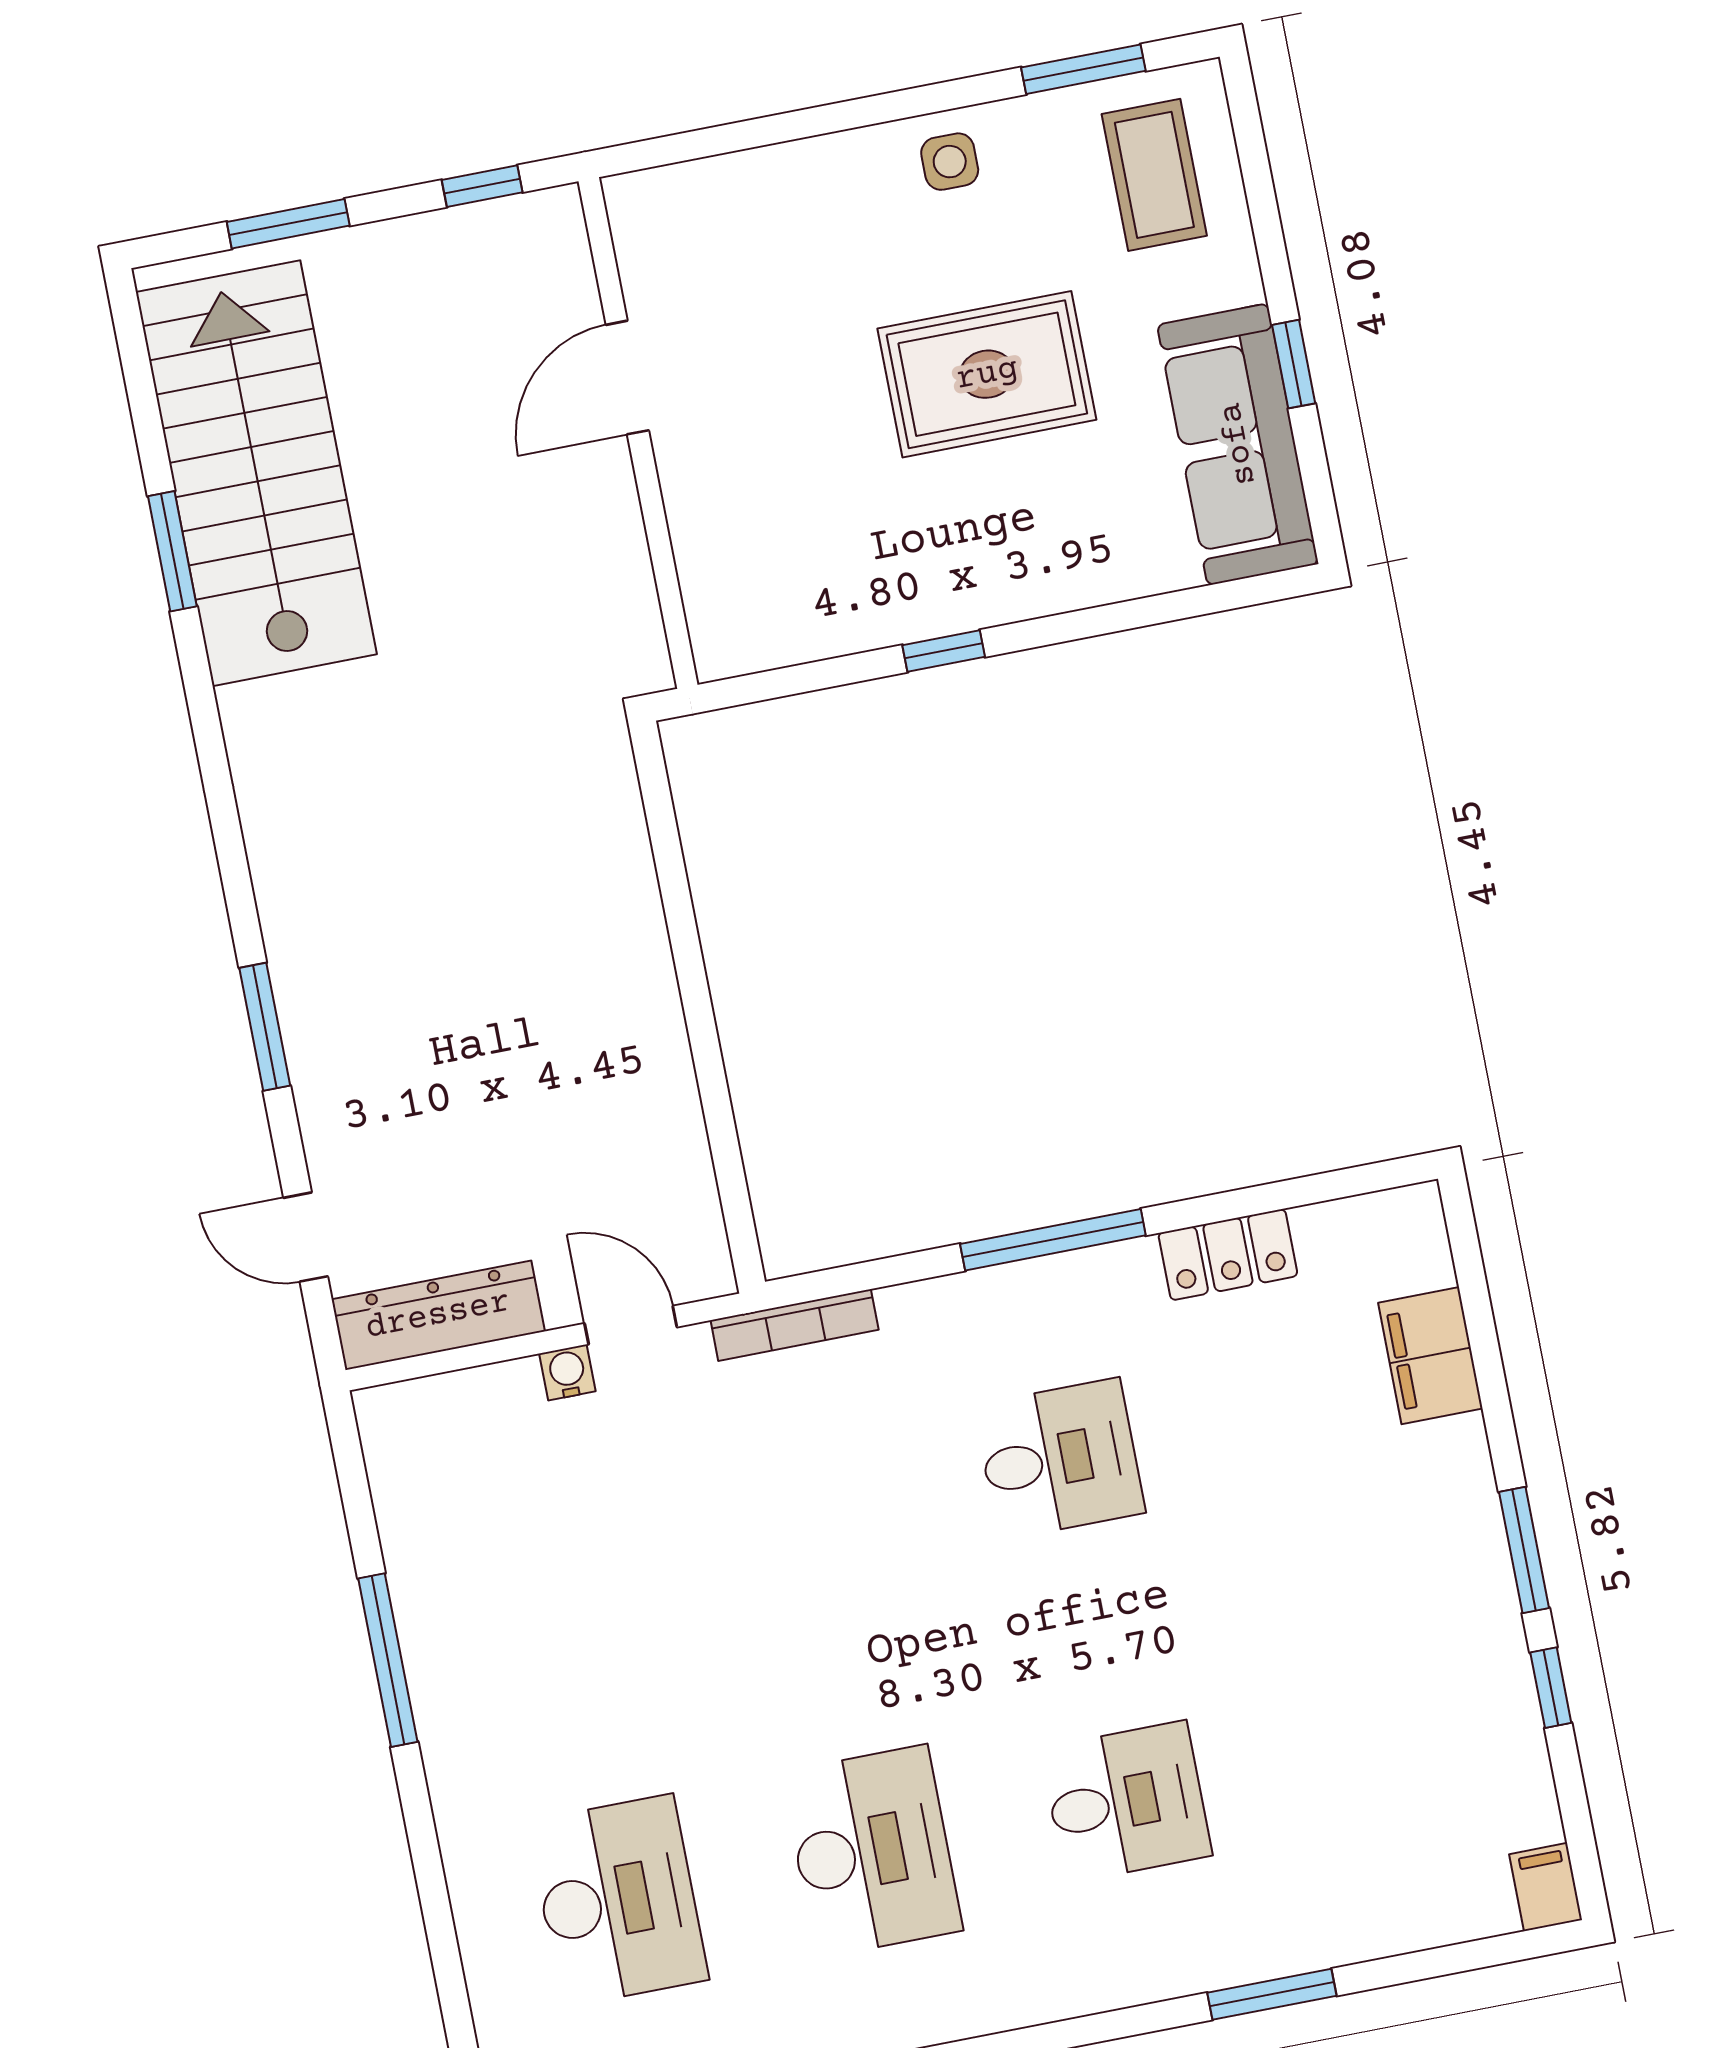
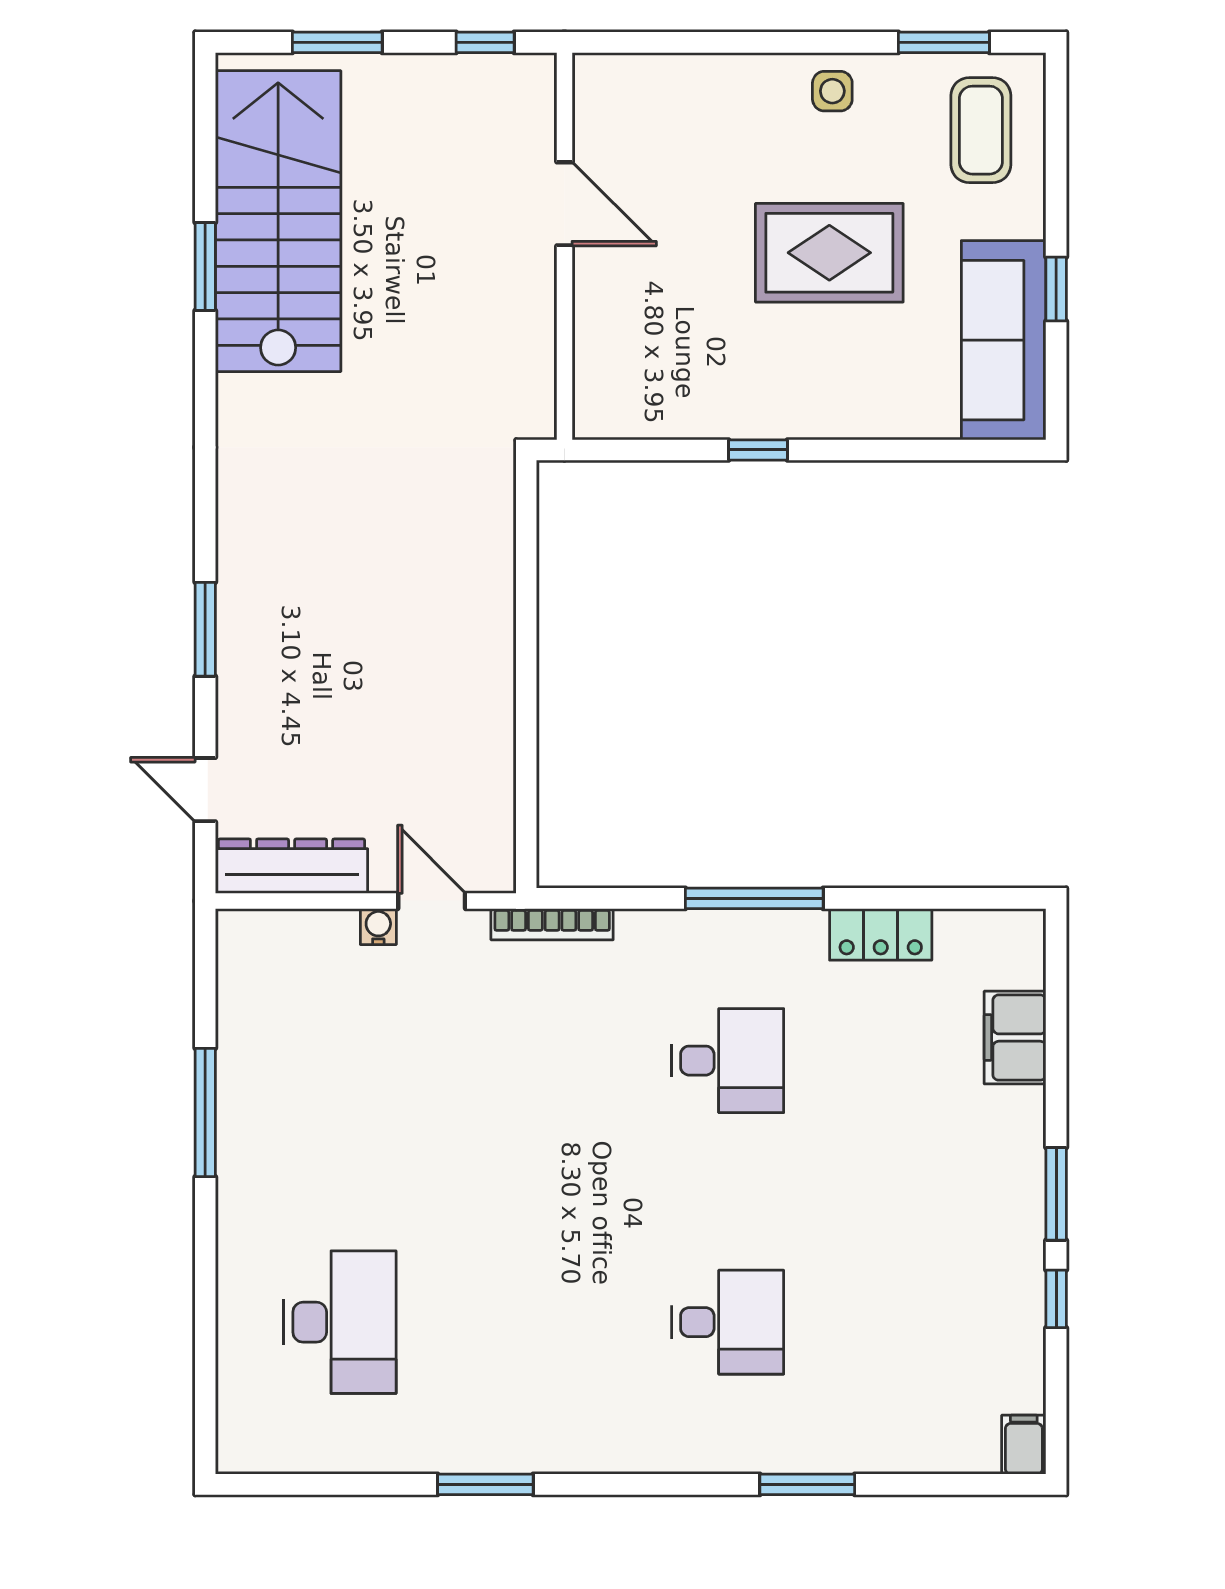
door: (627, 378) -> (564, 204), swing flipped
desk: (872, 1851) -> (534, 1322), removed

